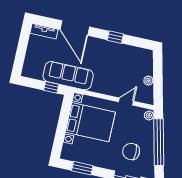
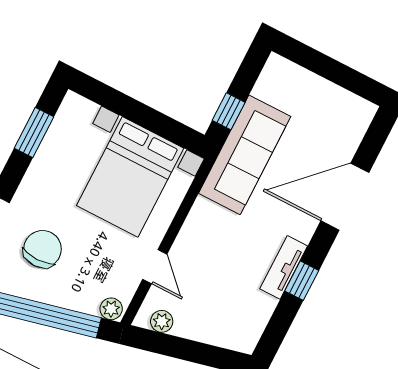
tv unit: (44, 31) -> (284, 267), moved
plant: (148, 81) -> (162, 321), moved

